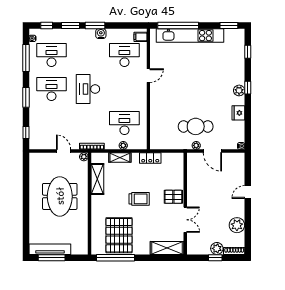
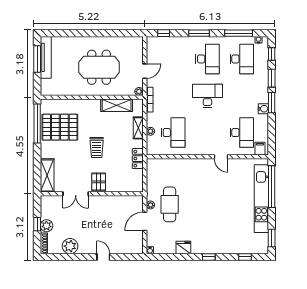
plant: (239, 90) -> (206, 248), removed

